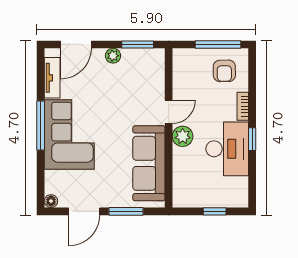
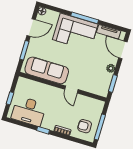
plant: (183, 136) -> (56, 93), removed
desk: (227, 149) -> (29, 111), moved
door: (84, 211) -> (31, 27), swing flipped

